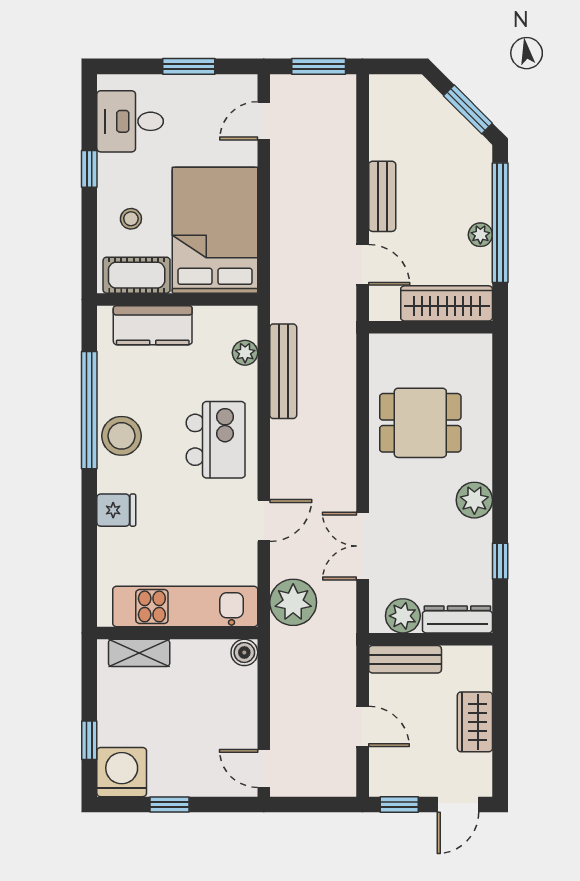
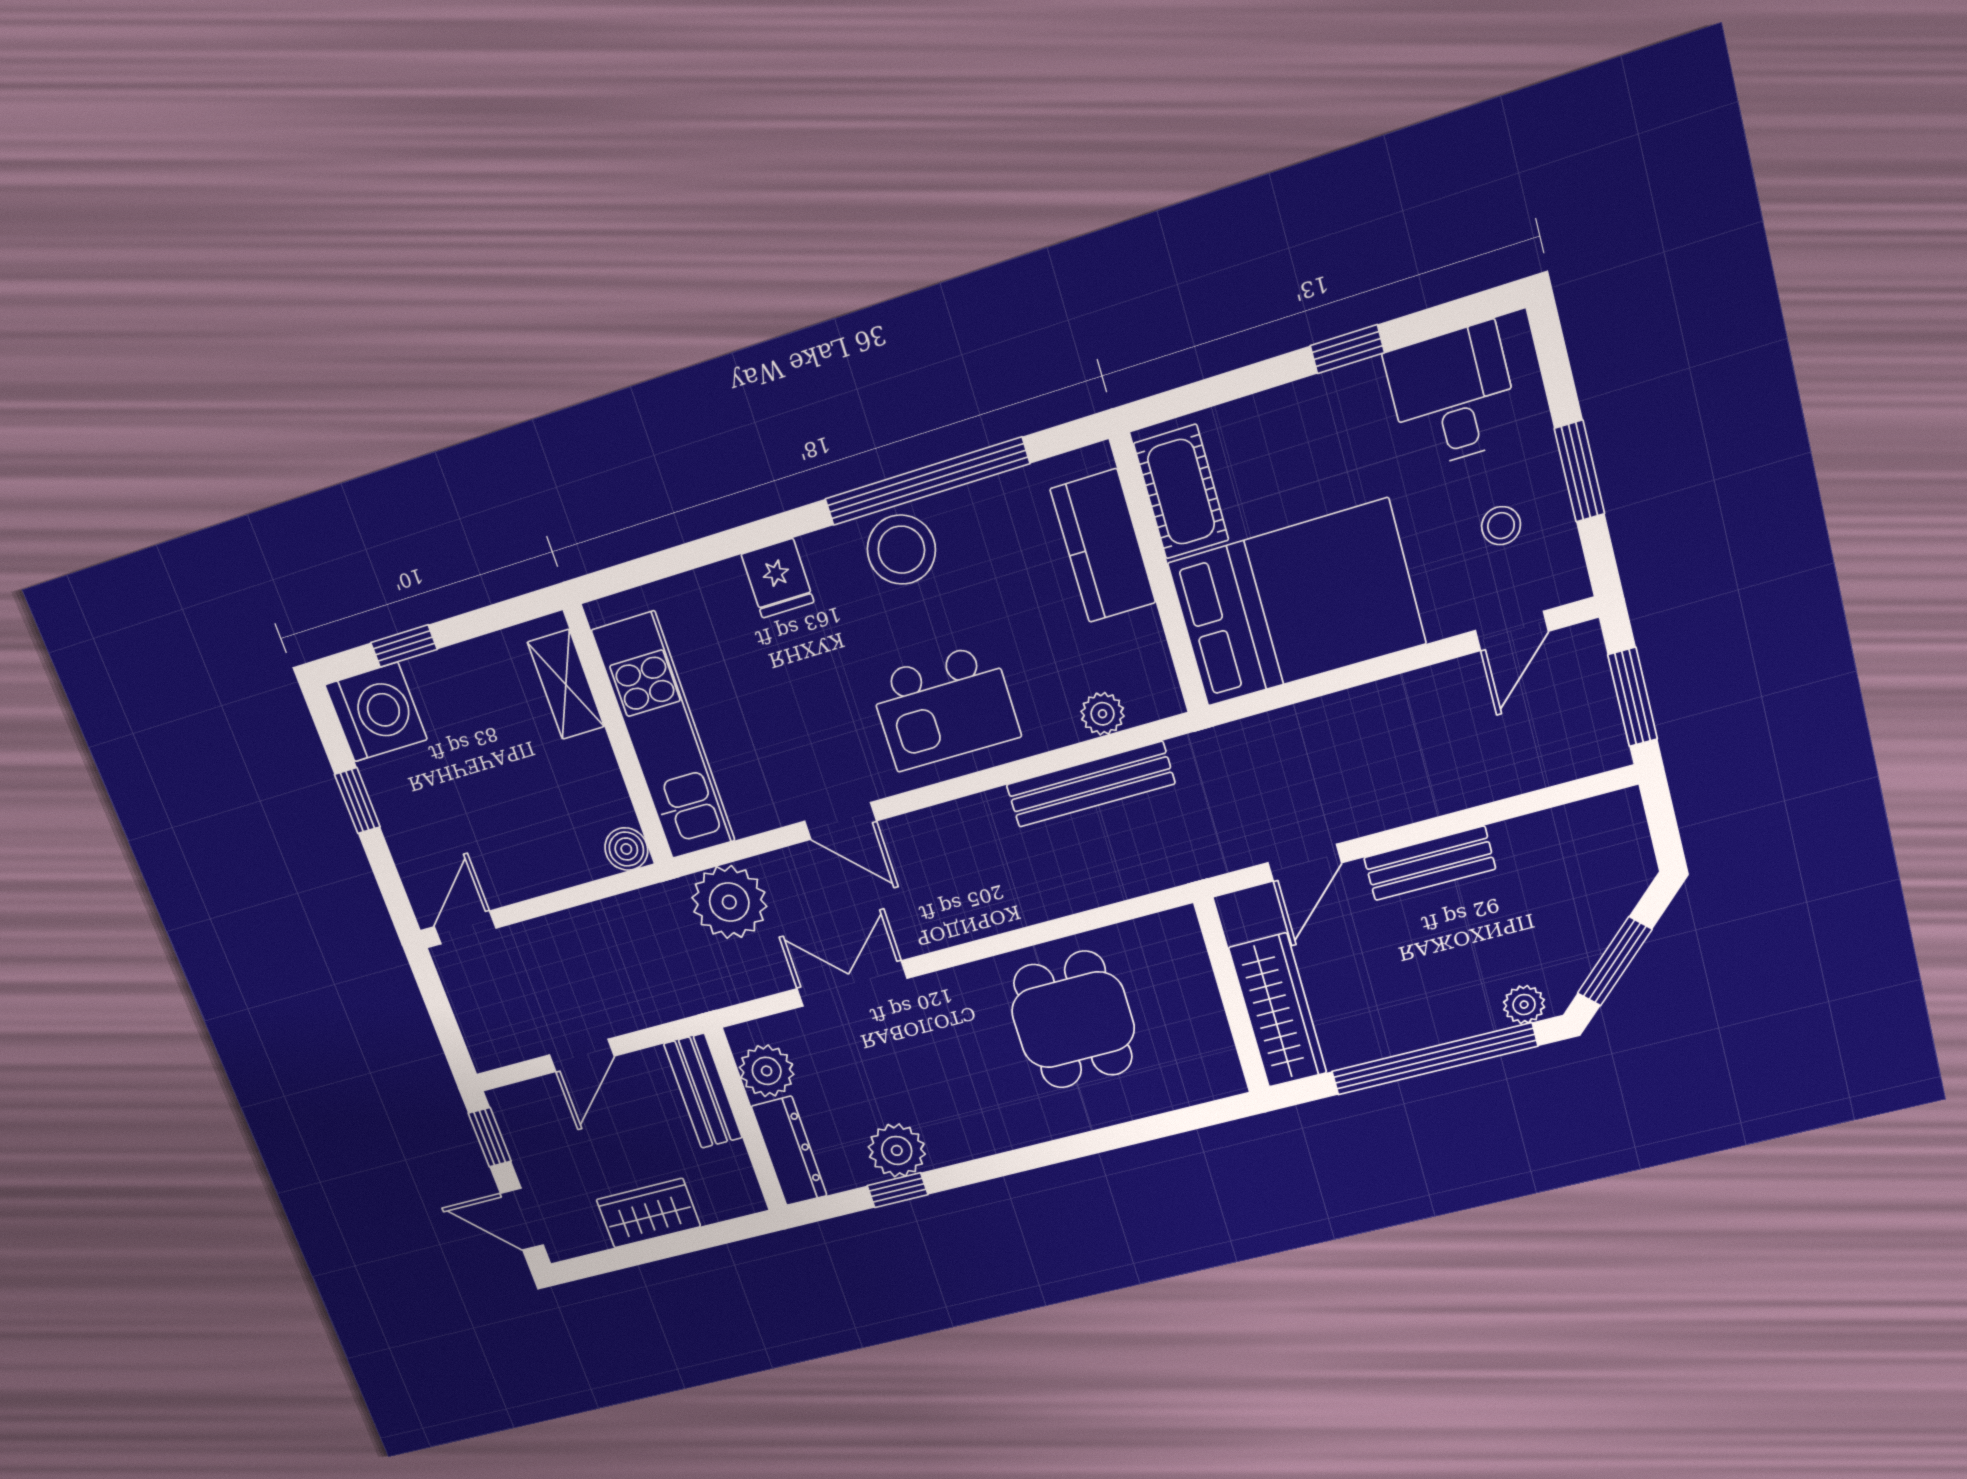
door: (264, 121) -> (1512, 631), swing flipped
stool: (131, 219) -> (1501, 526), moved
plant: (480, 235) -> (1524, 1005), moved
plant: (474, 500) -> (897, 1150), moved

